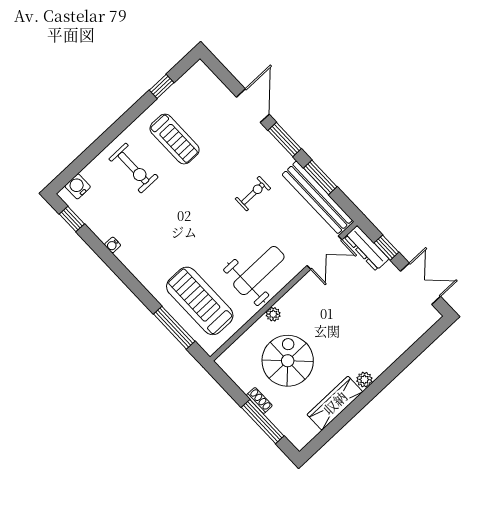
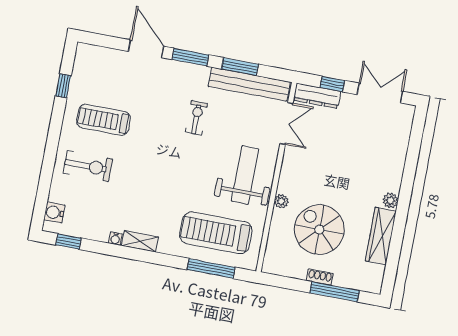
treadmill: (175, 139) -> (103, 120), turned 180
shelving: (131, 262) -> (140, 241), added

